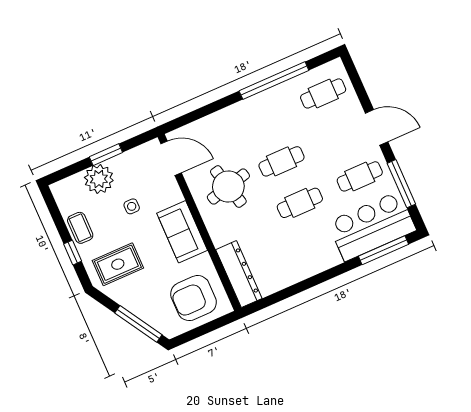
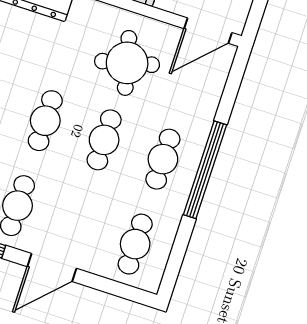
window: (274, 81) -> (205, 170), moved
cafe table: (263, 120) -> (163, 159), added

